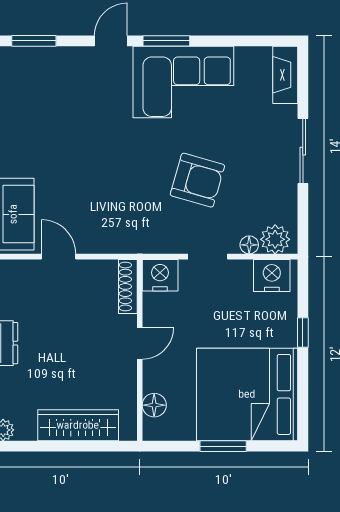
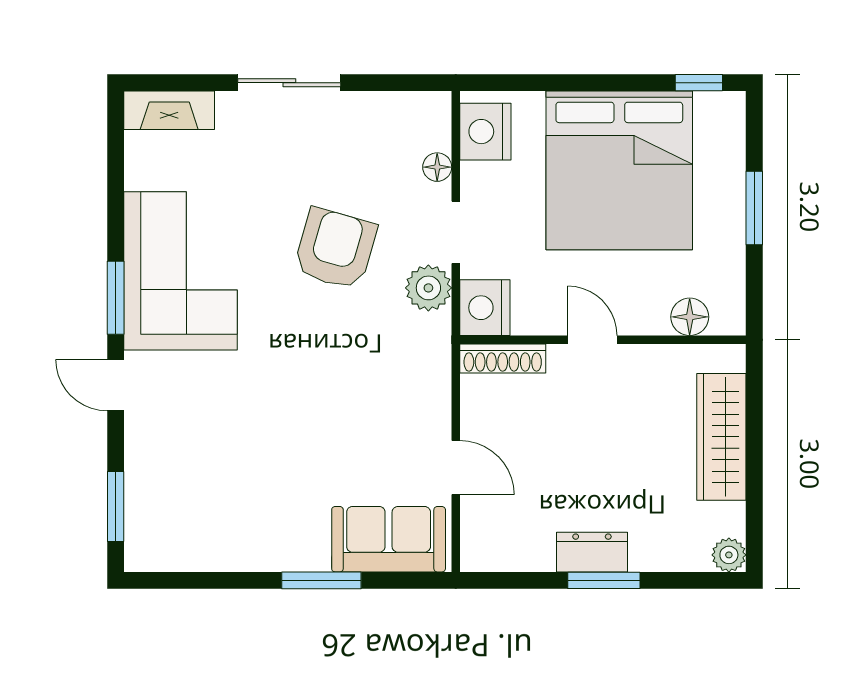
plant: (275, 239) -> (428, 288), moved
door: (59, 257) -> (456, 468), swing flipped
window: (303, 332) -> (699, 83), moved
bed: (247, 394) -> (619, 170), moved

